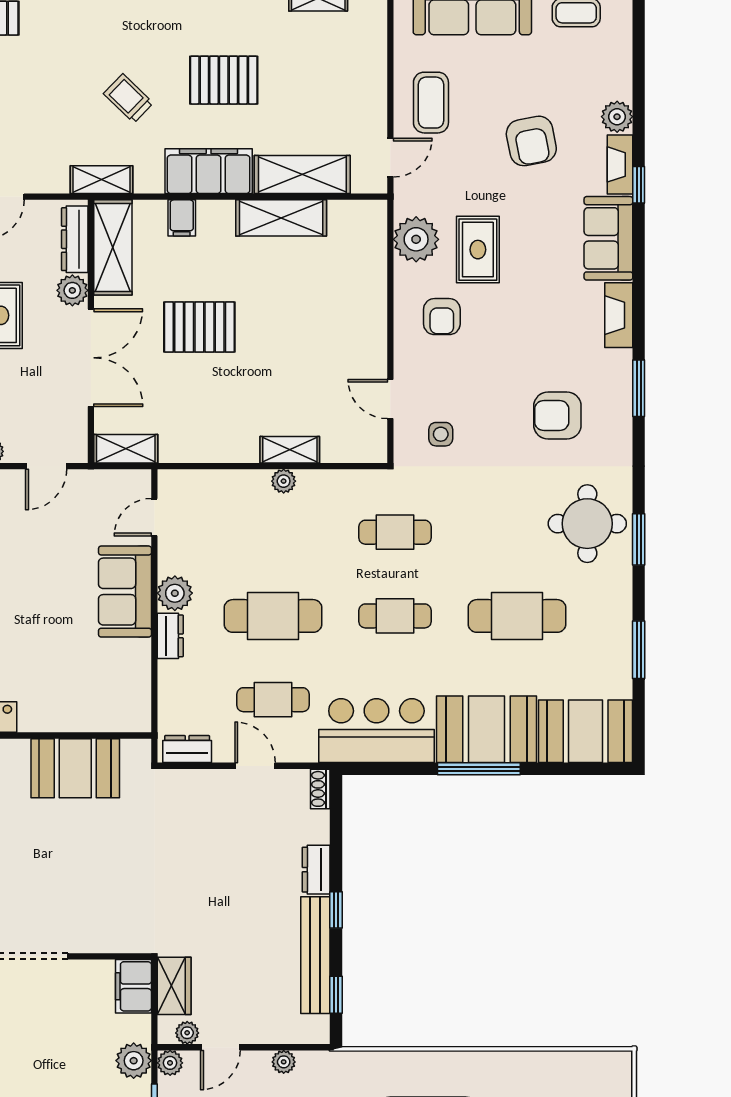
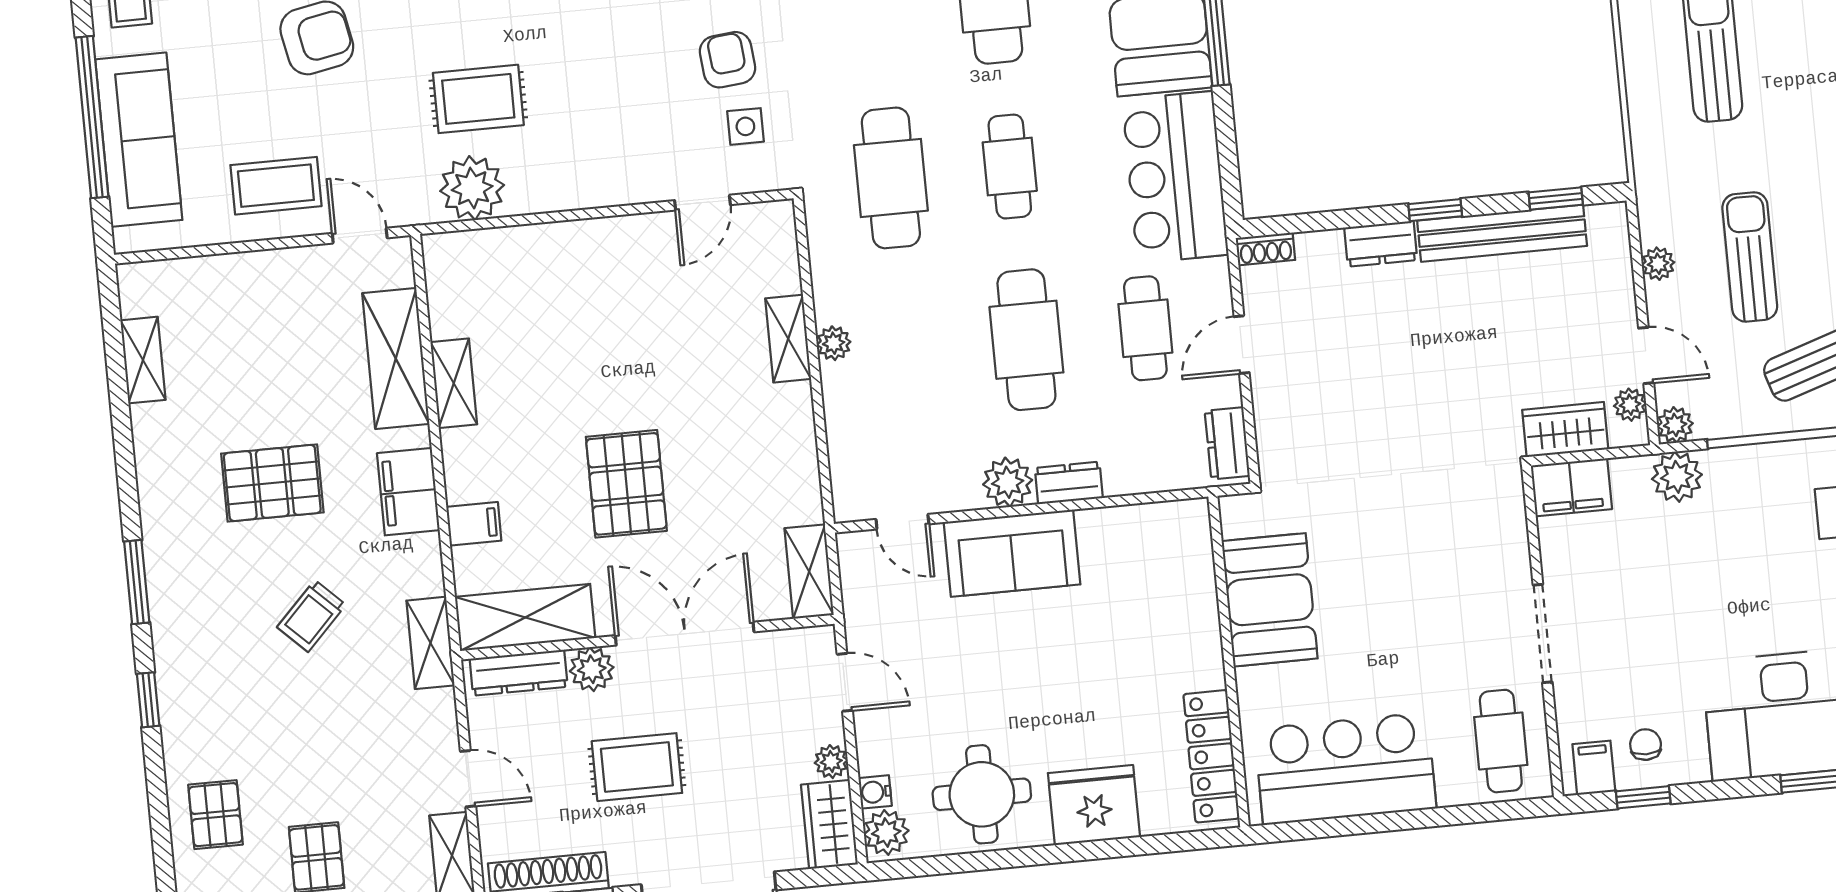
pallet: (224, 80) -> (272, 483), turned 90
filing cabinet: (209, 171) -> (408, 492), width x0.67, depth x0.86
shelving: (281, 218) -> (454, 383), width x0.67, depth x0.75
armchair: (442, 317) -> (728, 60), moved, turned -96
cafe table: (395, 532) -> (891, 178), width x1.37, depth x1.35

